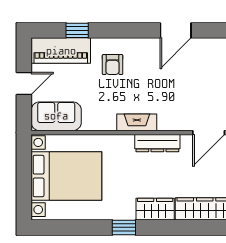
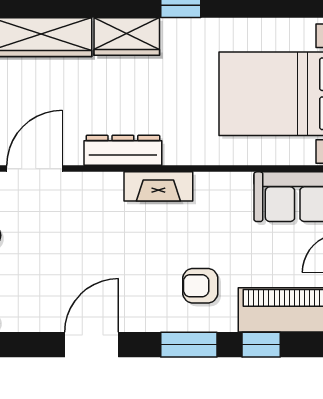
window: (119, 30) -> (189, 345), added
armchair: (112, 65) -> (200, 286), turned -90

